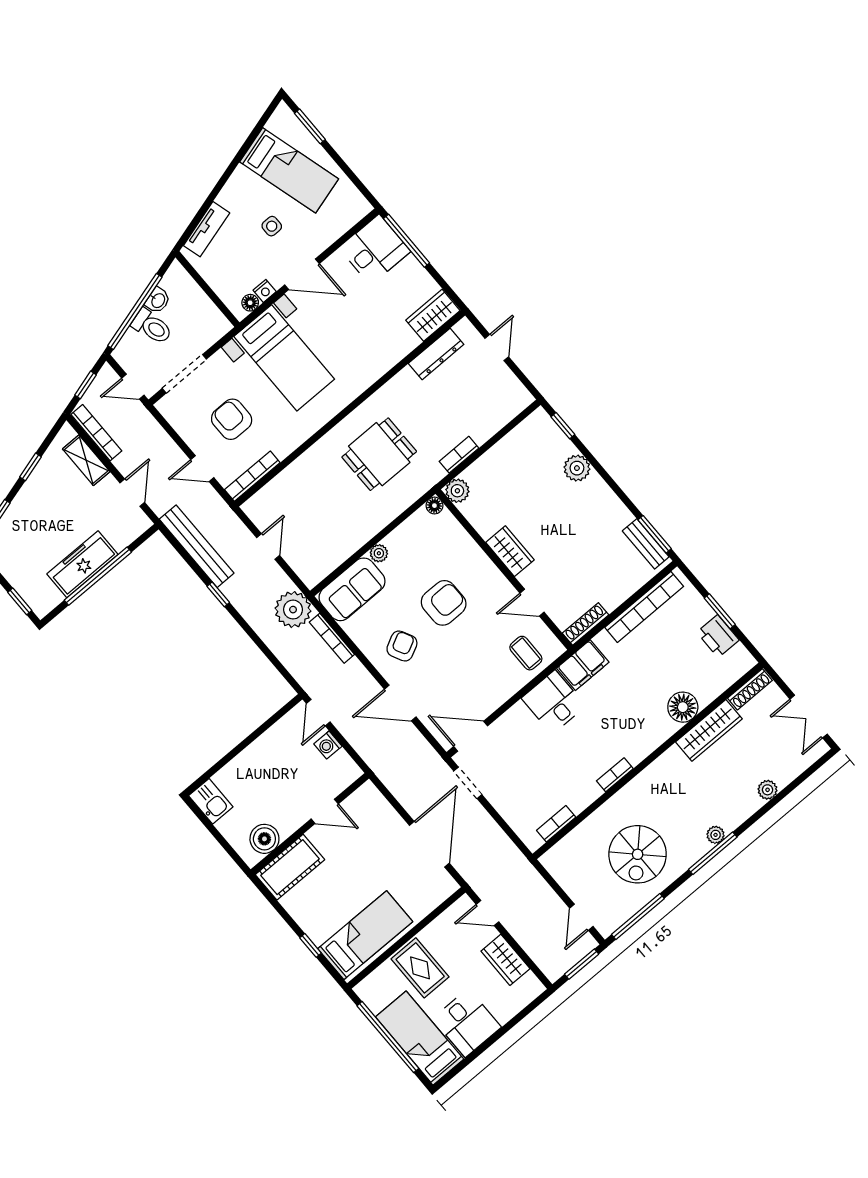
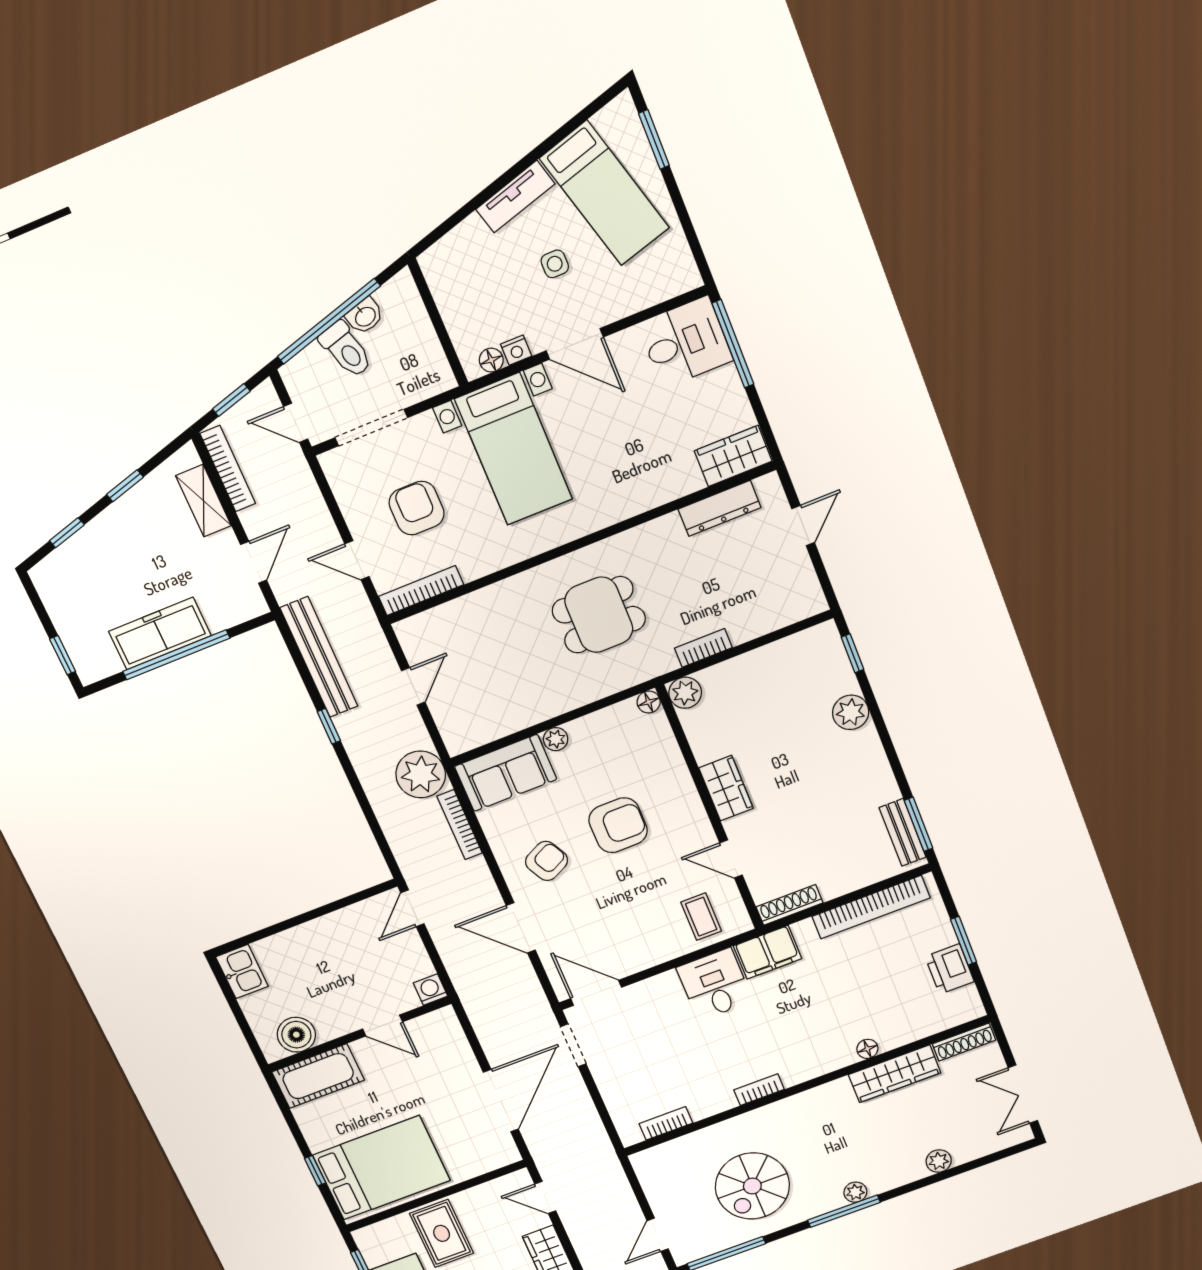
tv unit: (207, 229) -> (515, 197), moved
floor lamp: (683, 707) -> (867, 1049), width x0.53, depth x0.53
washing machine: (328, 745) -> (430, 990), moved, turned 90
bed: (365, 935) -> (381, 1168), width x1.50

